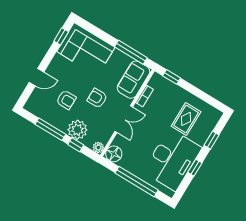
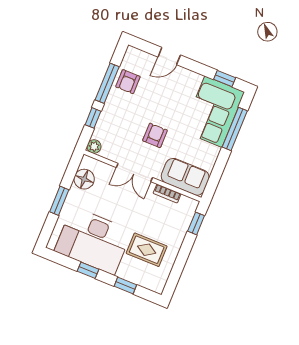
window: (131, 52) -> (235, 129), moved
door: (37, 77) -> (169, 56), hinge flipped
armchair: (66, 100) -> (128, 82), moved
plant: (77, 130) -> (112, 117), removed
floor lamp: (114, 154) -> (84, 179), moved
window: (137, 182) -> (59, 201), width x0.47

